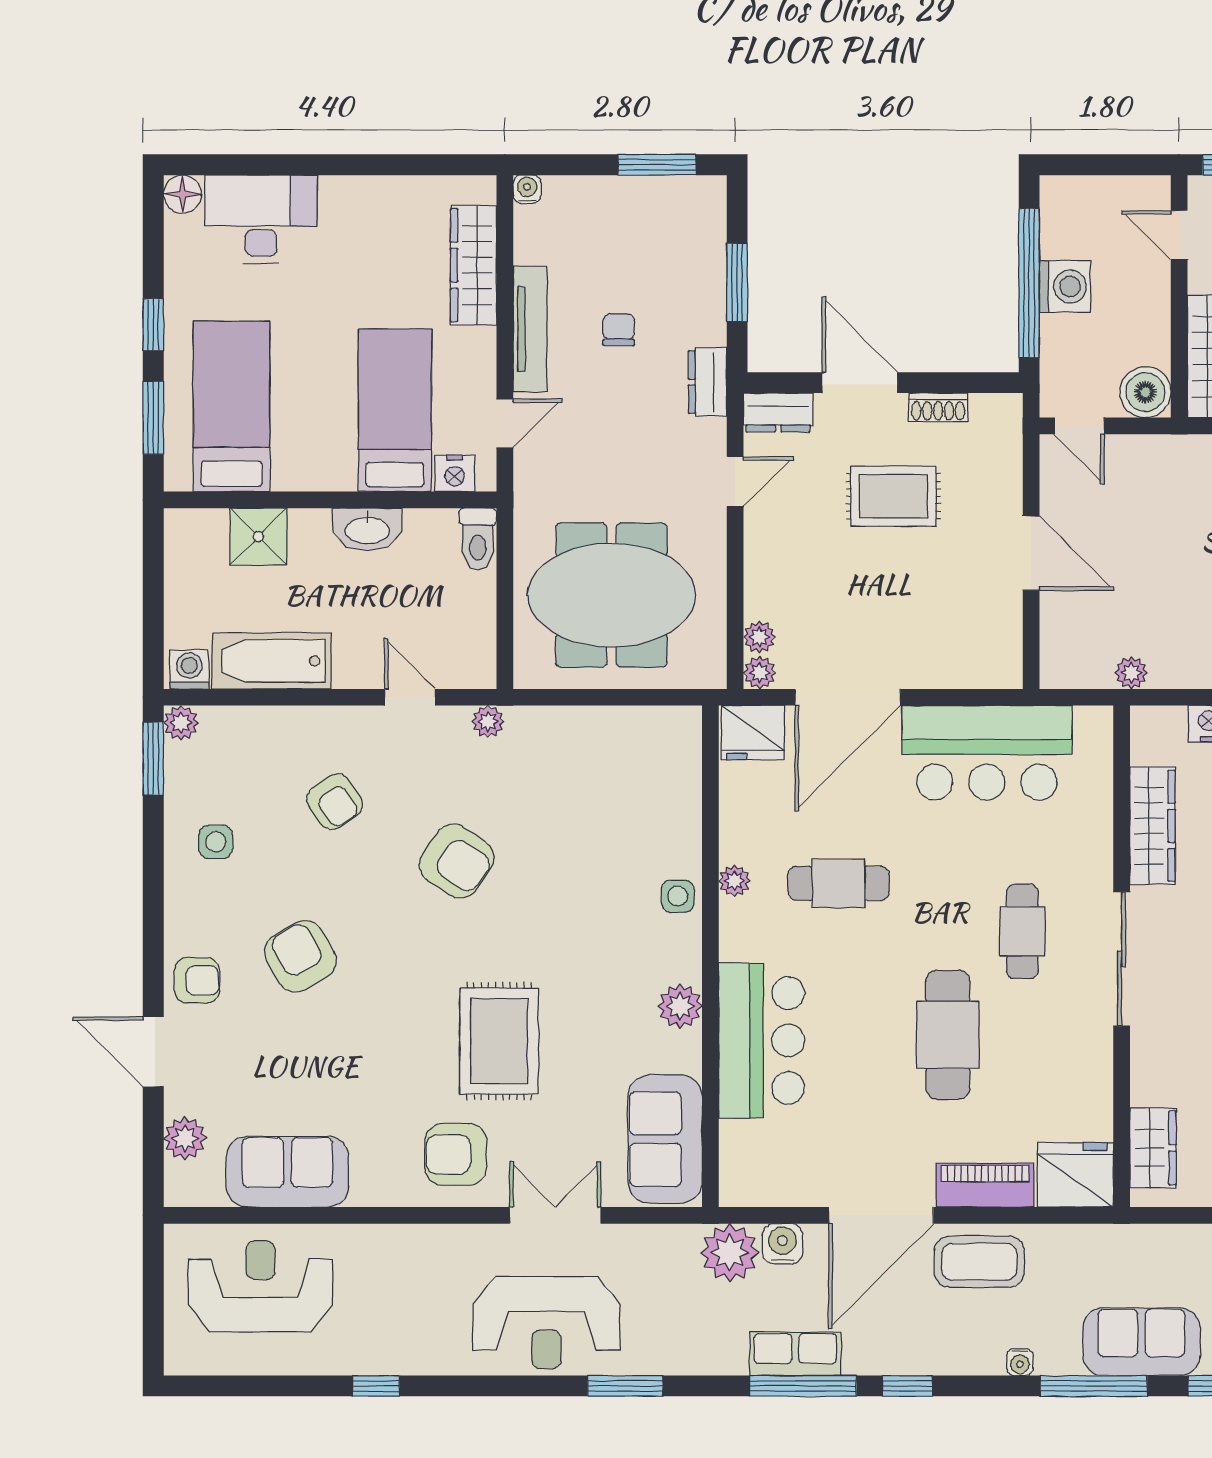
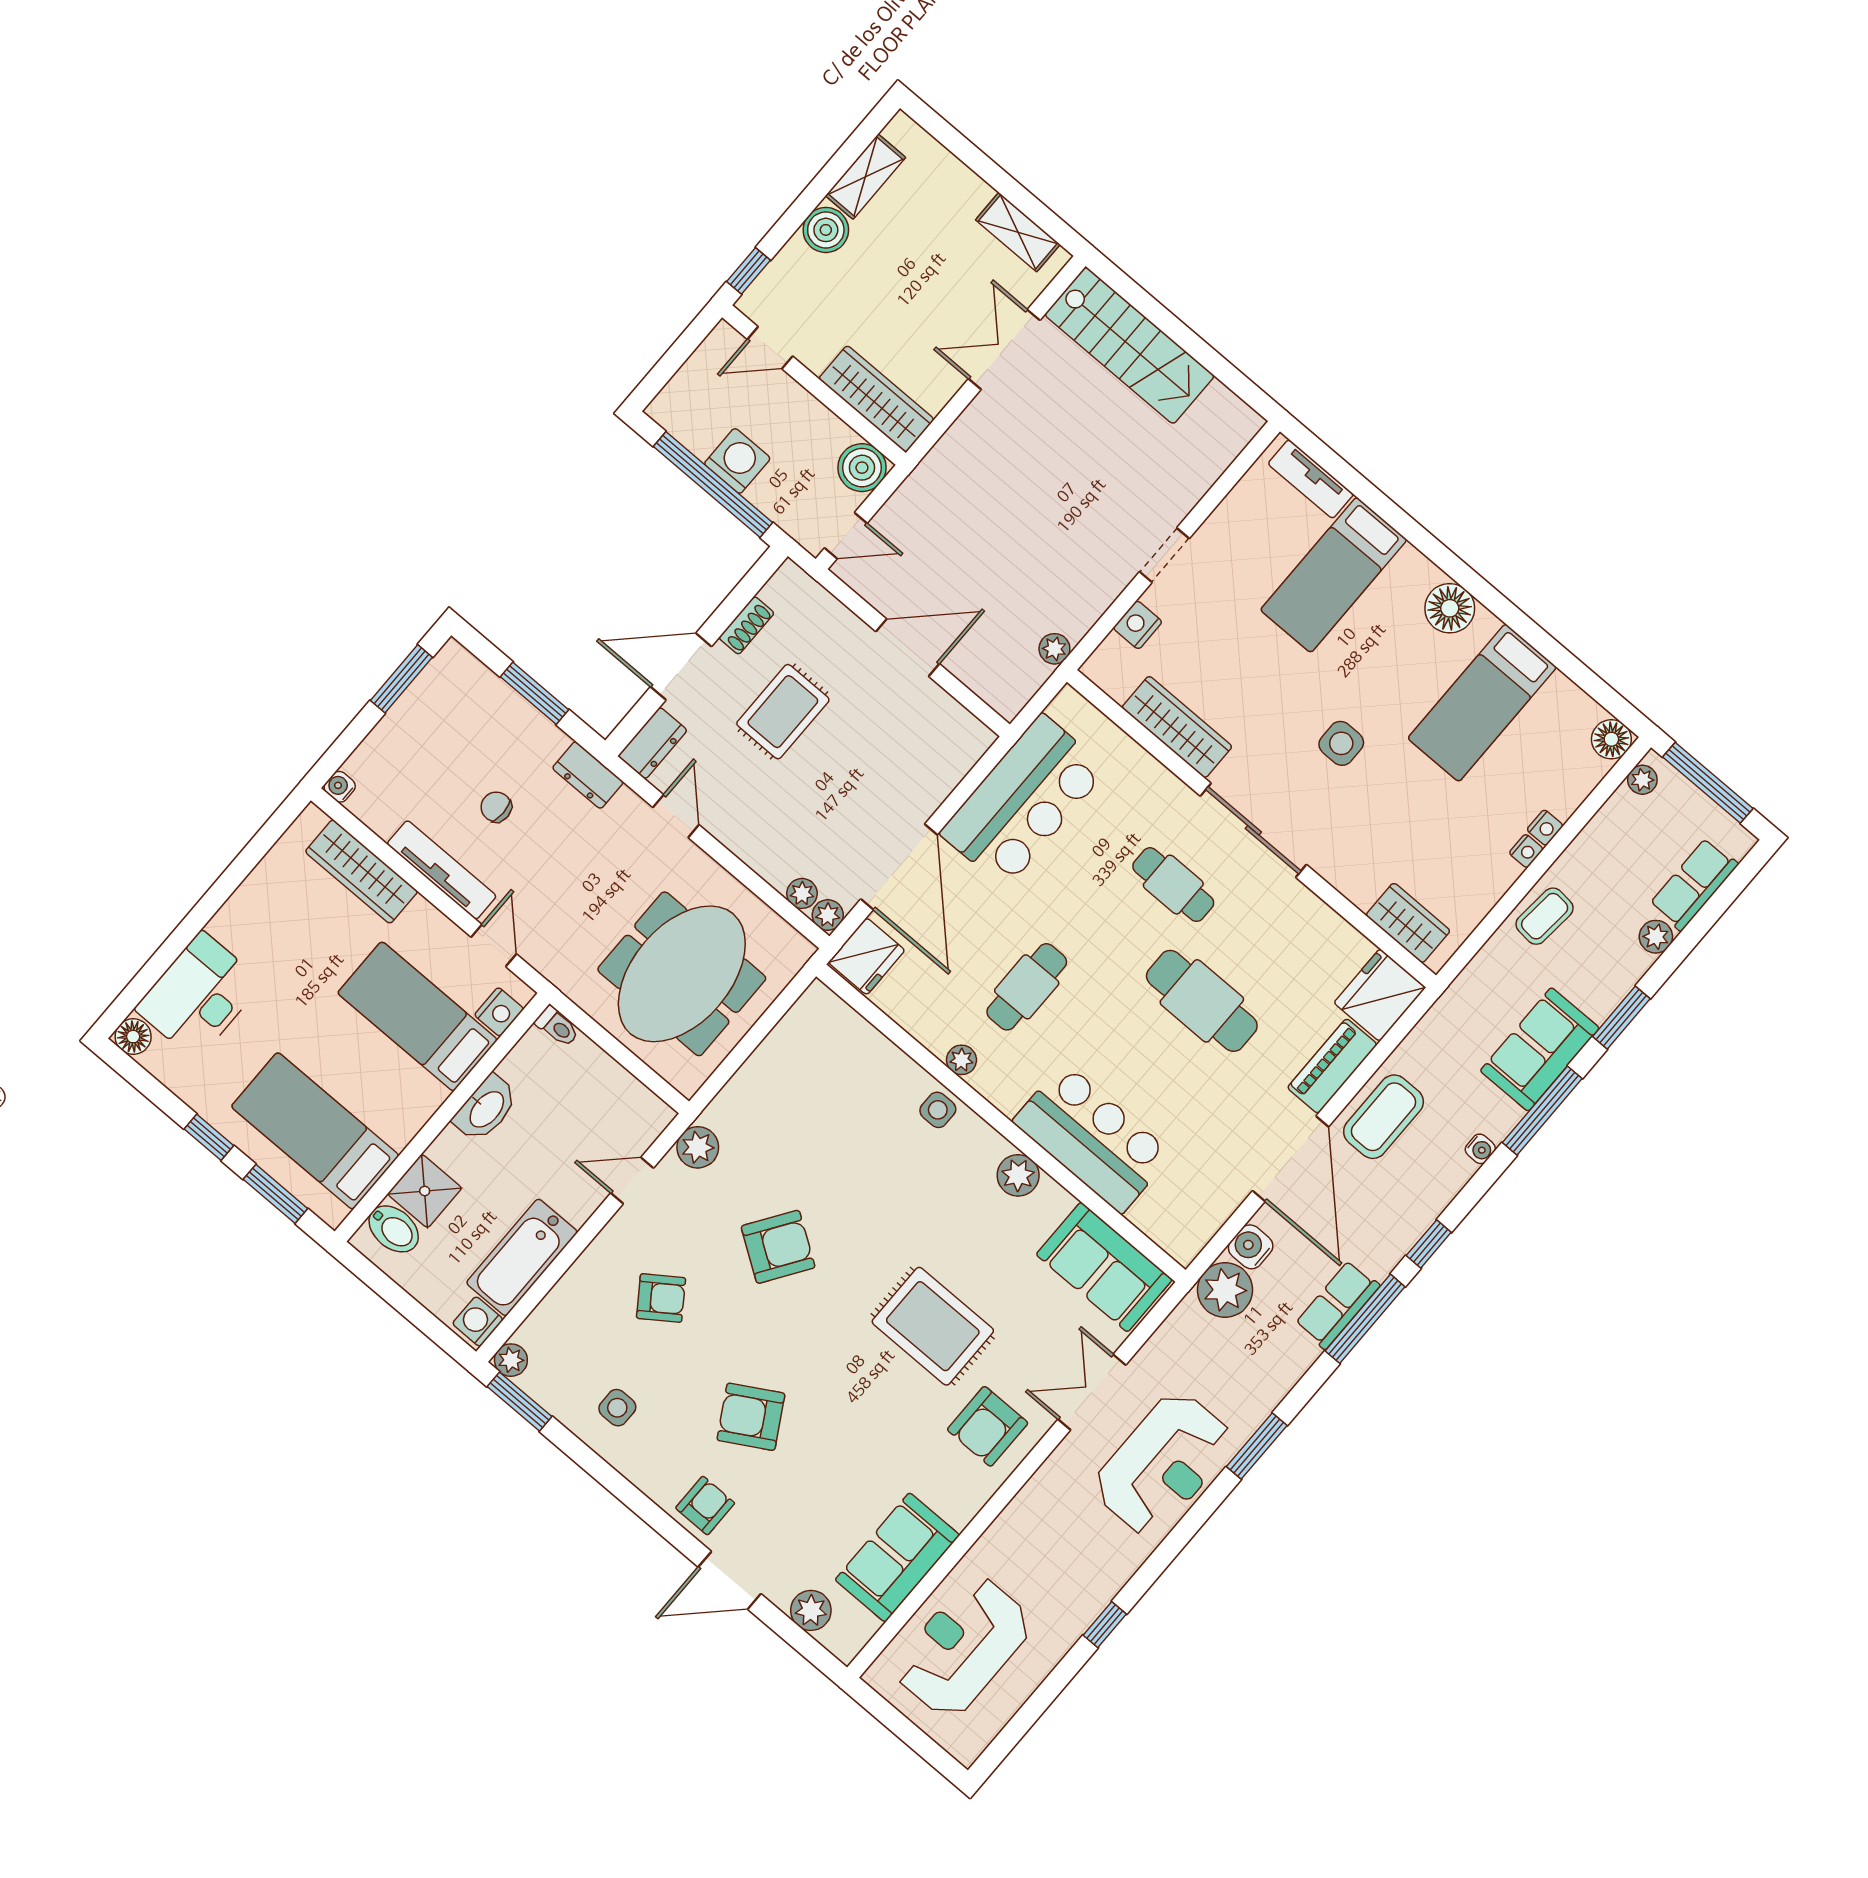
bidet: (206, 538) -> (394, 1229), added
toilet: (478, 539) -> (557, 1026), width x0.73, depth x0.72
plant: (488, 722) -> (698, 1147), width x1.38, depth x1.38

